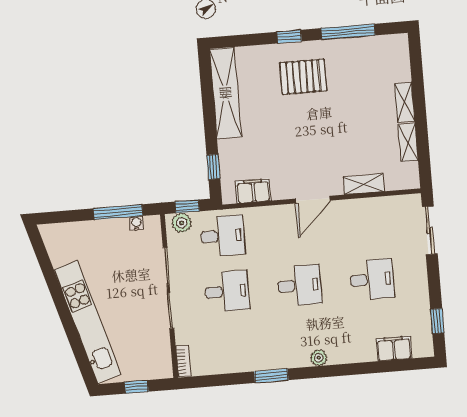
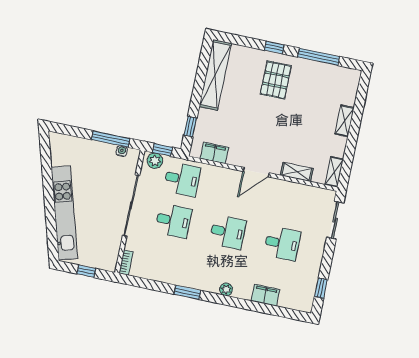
pallet: (303, 77) -> (276, 80), turned 90
shelving: (408, 142) -> (334, 172), moved
filing cabinet: (394, 348) -> (265, 295), moved

